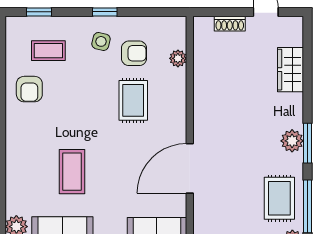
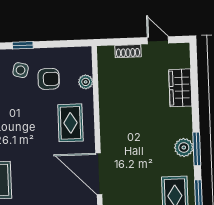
rug: (133, 100) -> (70, 123), moved
door: (190, 168) -> (99, 174), hinge flipped

